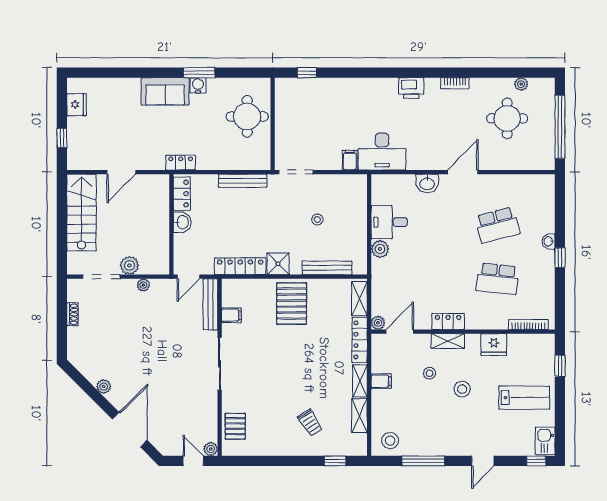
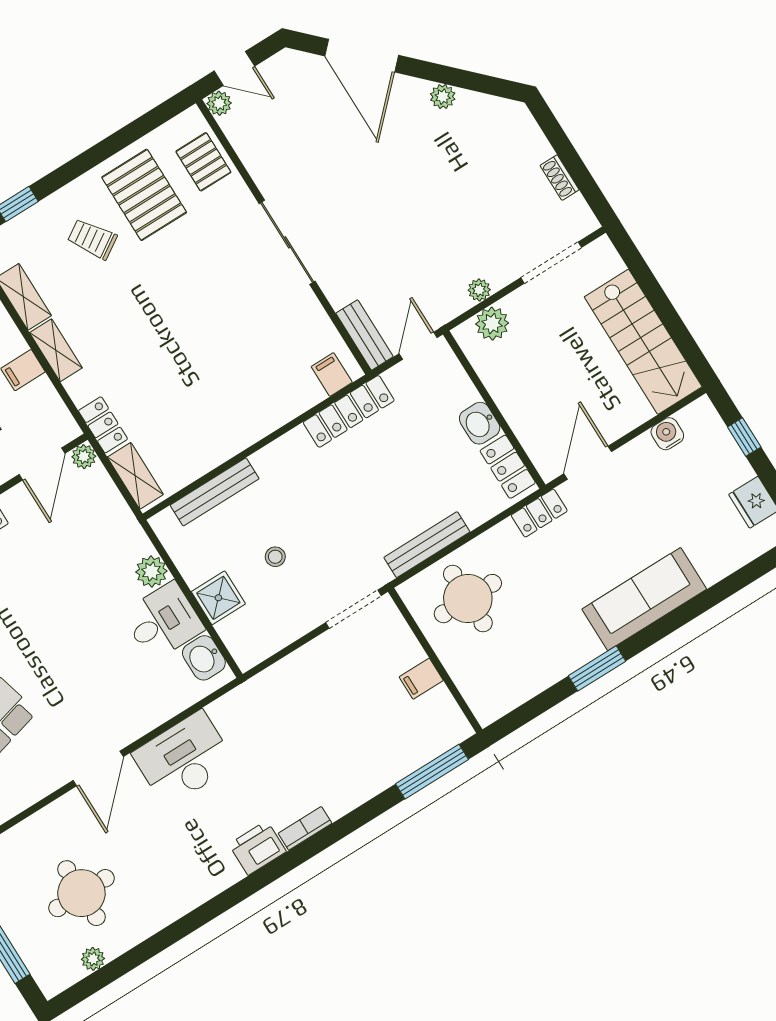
window: (307, 73) -> (432, 772), width x2.17
bookcase: (455, 83) -> (305, 828), moved
water cooler: (198, 85) -> (667, 434), moved, turned 180
sofa: (165, 91) -> (644, 599), width x1.36
round table: (247, 116) -> (468, 599), moved
desk: (382, 152) -> (184, 759), moved
filing cabinet: (350, 160) -> (421, 679), moved, turned 90
door: (121, 172) -> (588, 463), moved
washbasin: (427, 183) -> (204, 658), moved, turned -90
shower: (278, 264) -> (218, 598), moved
plant: (129, 265) -> (492, 324), moved
bench: (210, 304) -> (365, 335), width x0.73
pallet: (292, 304) -> (144, 195), moved
filing cabinet: (231, 315) -> (332, 374), moved, turned 90
locker: (360, 340) -> (103, 425), width x0.66

